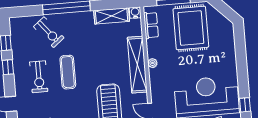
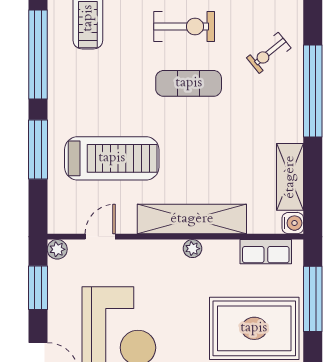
exercise bike: (49, 32) -> (269, 53), width x0.73, depth x0.72
exercise bike: (39, 77) -> (184, 26), turned 180

